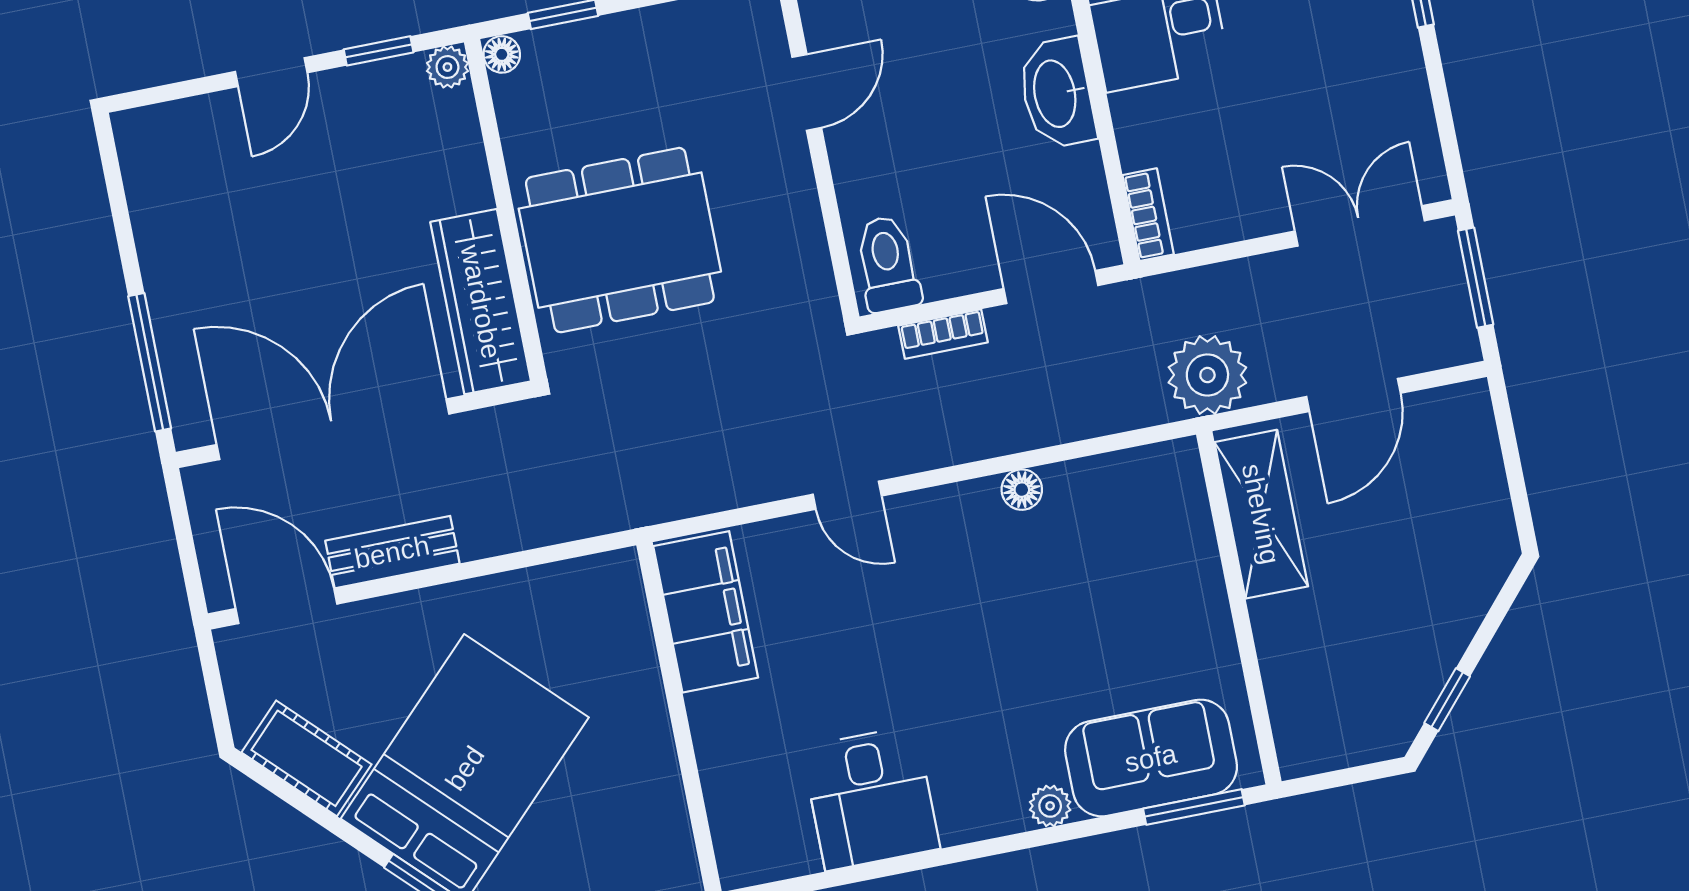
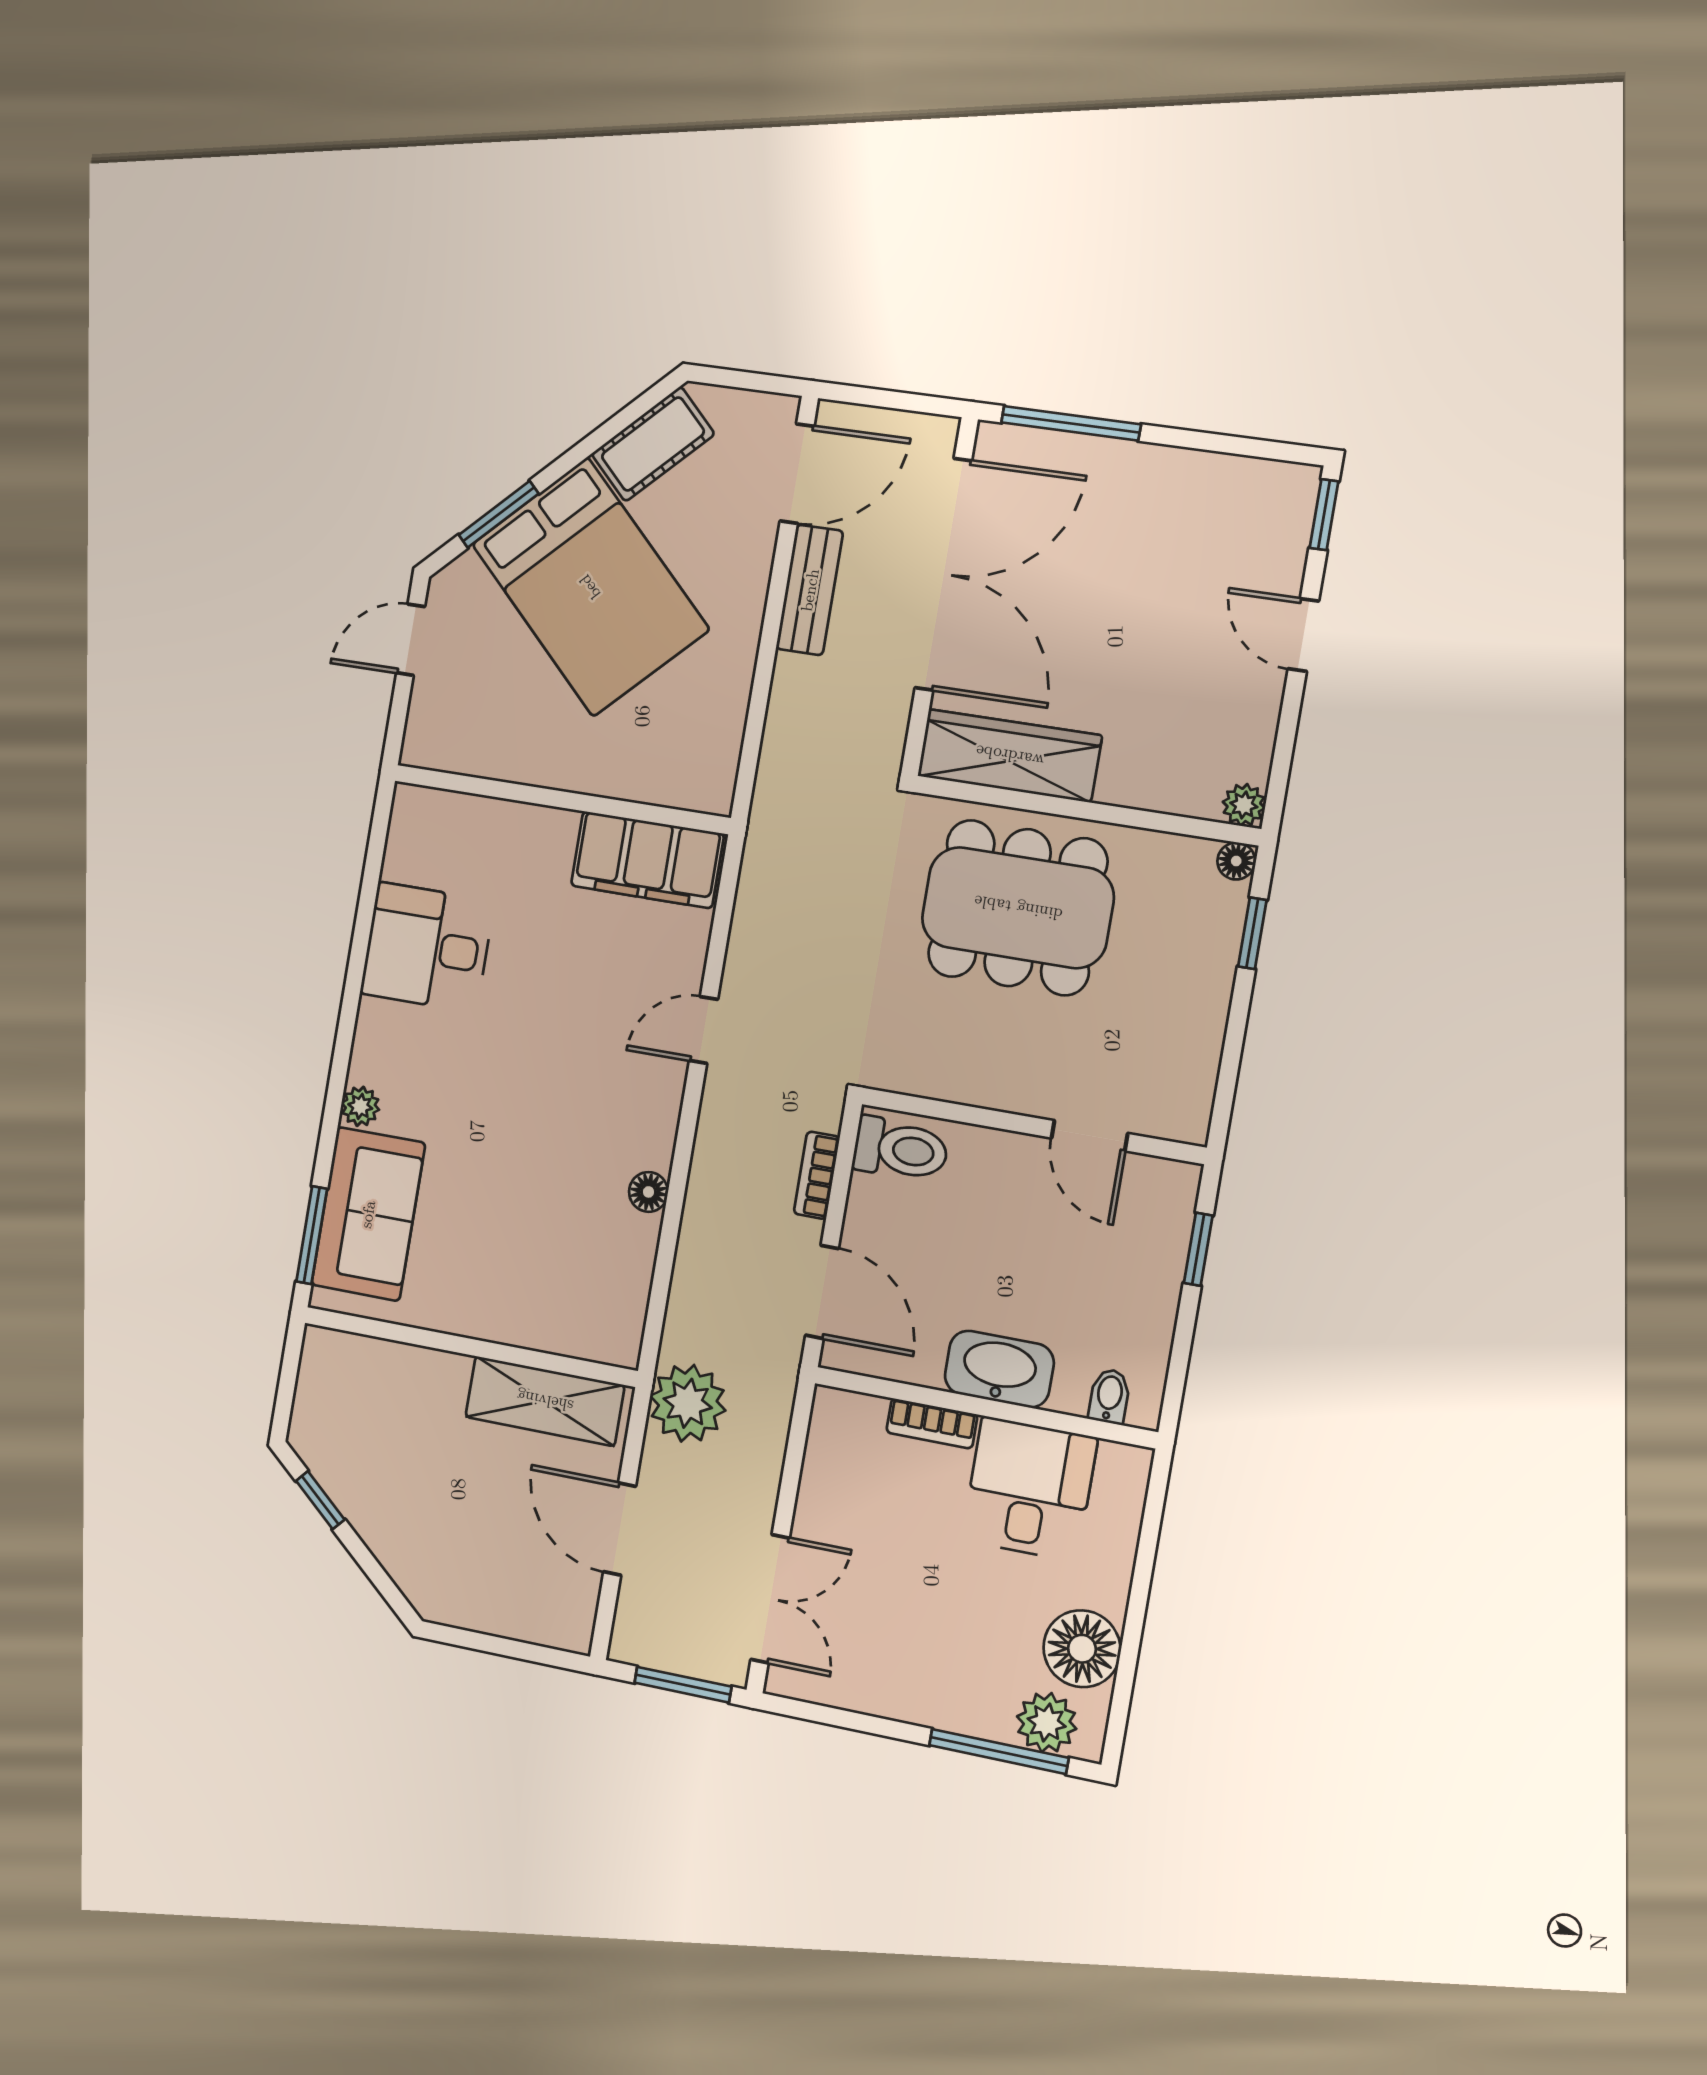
window: (379, 51) -> (1324, 515), moved
bookcase: (1148, 215) -> (932, 1423), moved
dining table: (620, 240) -> (1018, 908), turned 90
door: (1051, 287) -> (822, 1292), hinge flipped

